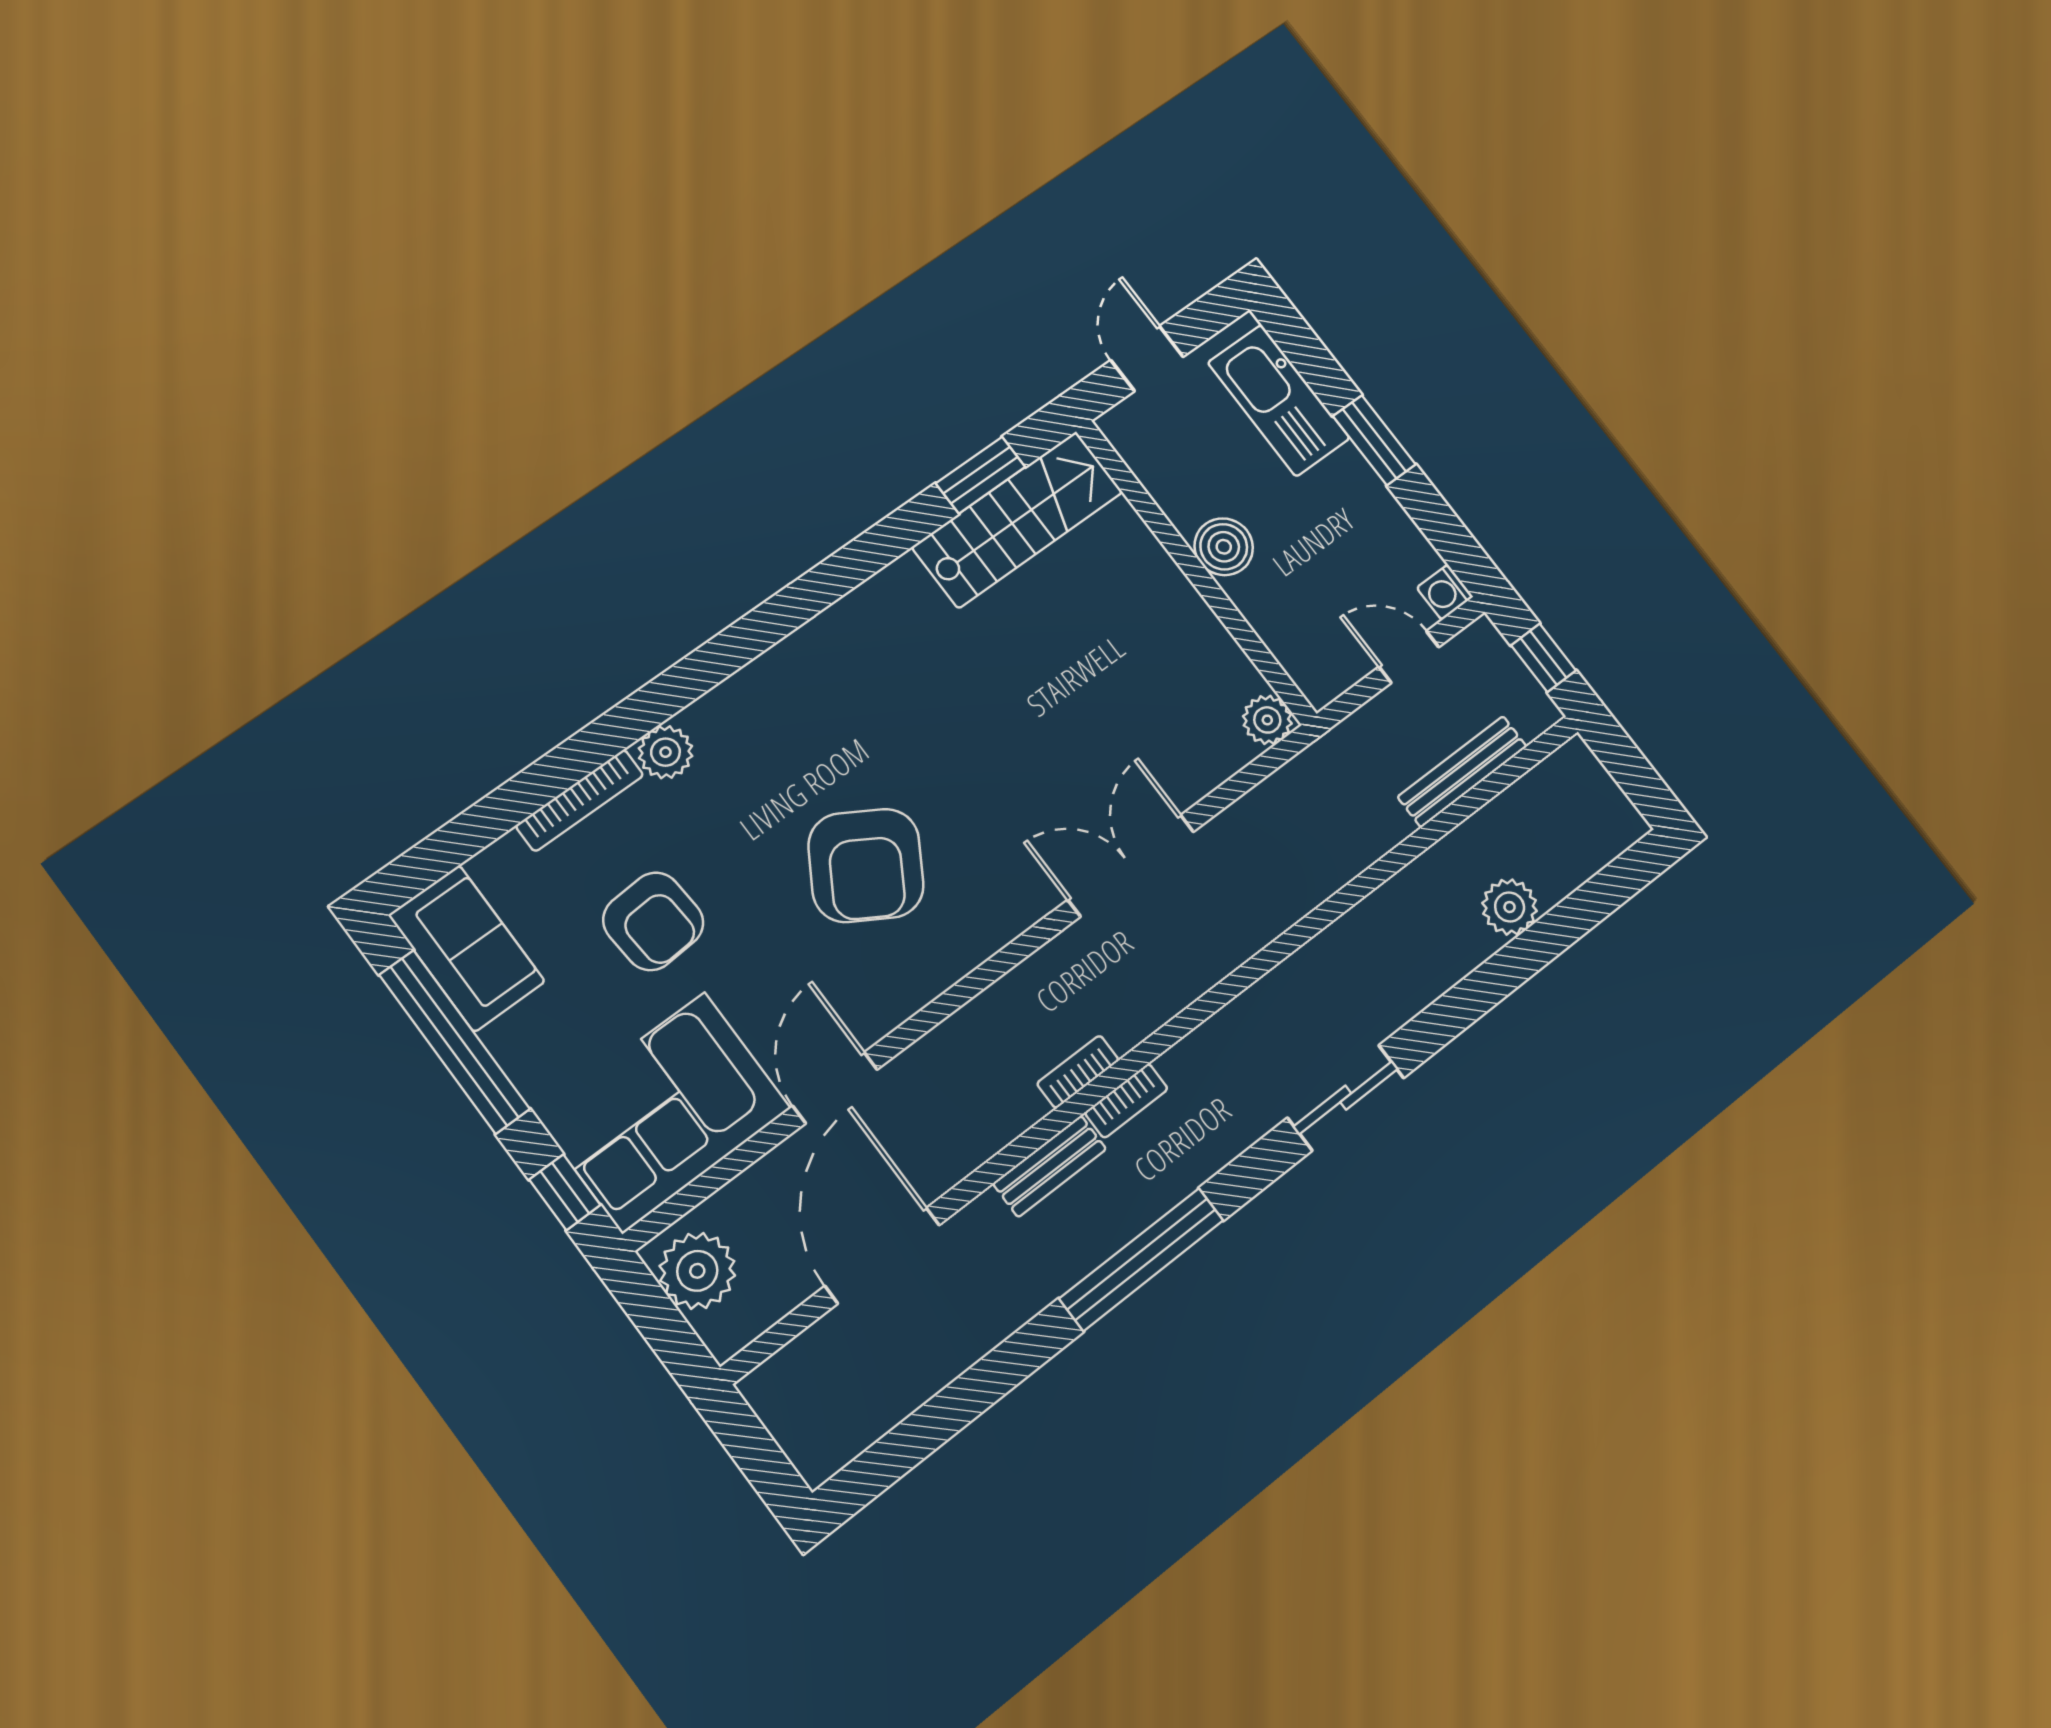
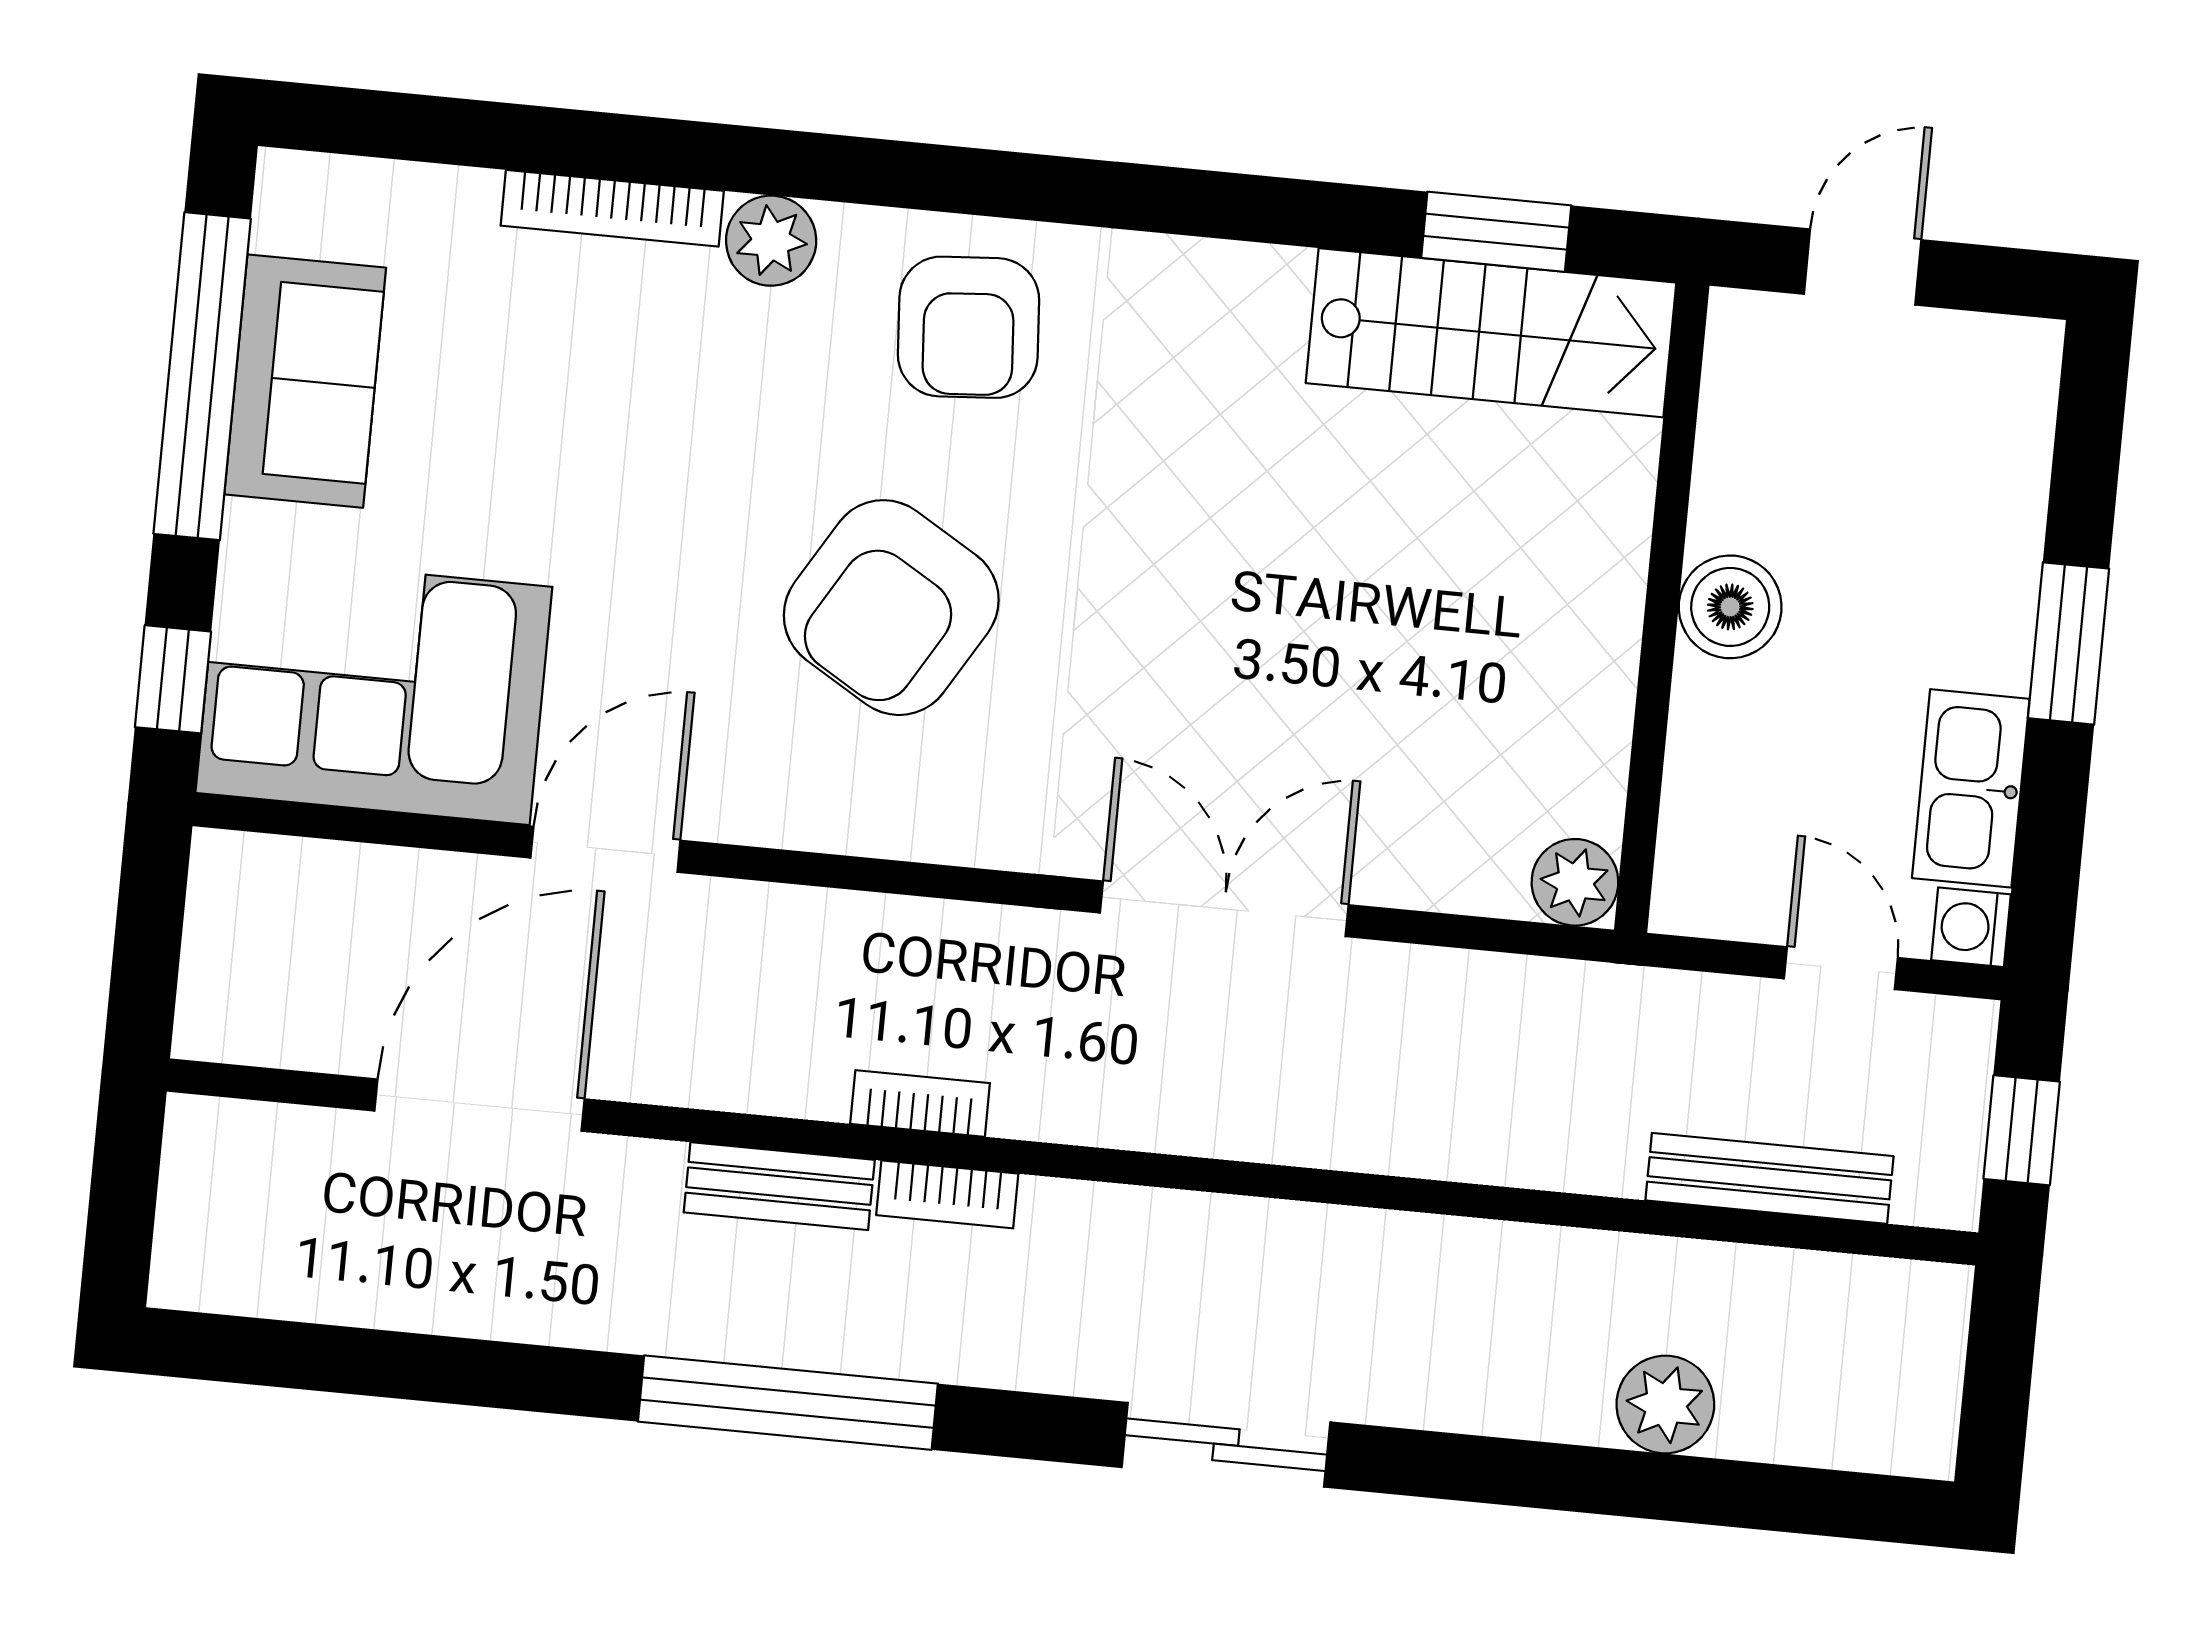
kitchen sink: (1279, 400) -> (1971, 788), moved, width x0.73, depth x0.81
armchair: (653, 921) -> (969, 327), moved
sofa: (467, 948) -> (305, 381), moved
plant: (697, 1271) -> (245, 919), removed

